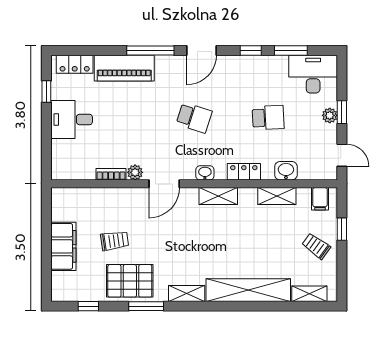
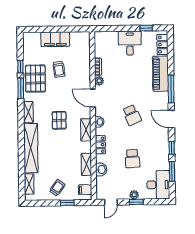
school desk: (194, 118) -> (132, 115), turned -42
pallet: (201, 241) -> (59, 120), added
window: (88, 306) -> (20, 67), moved

